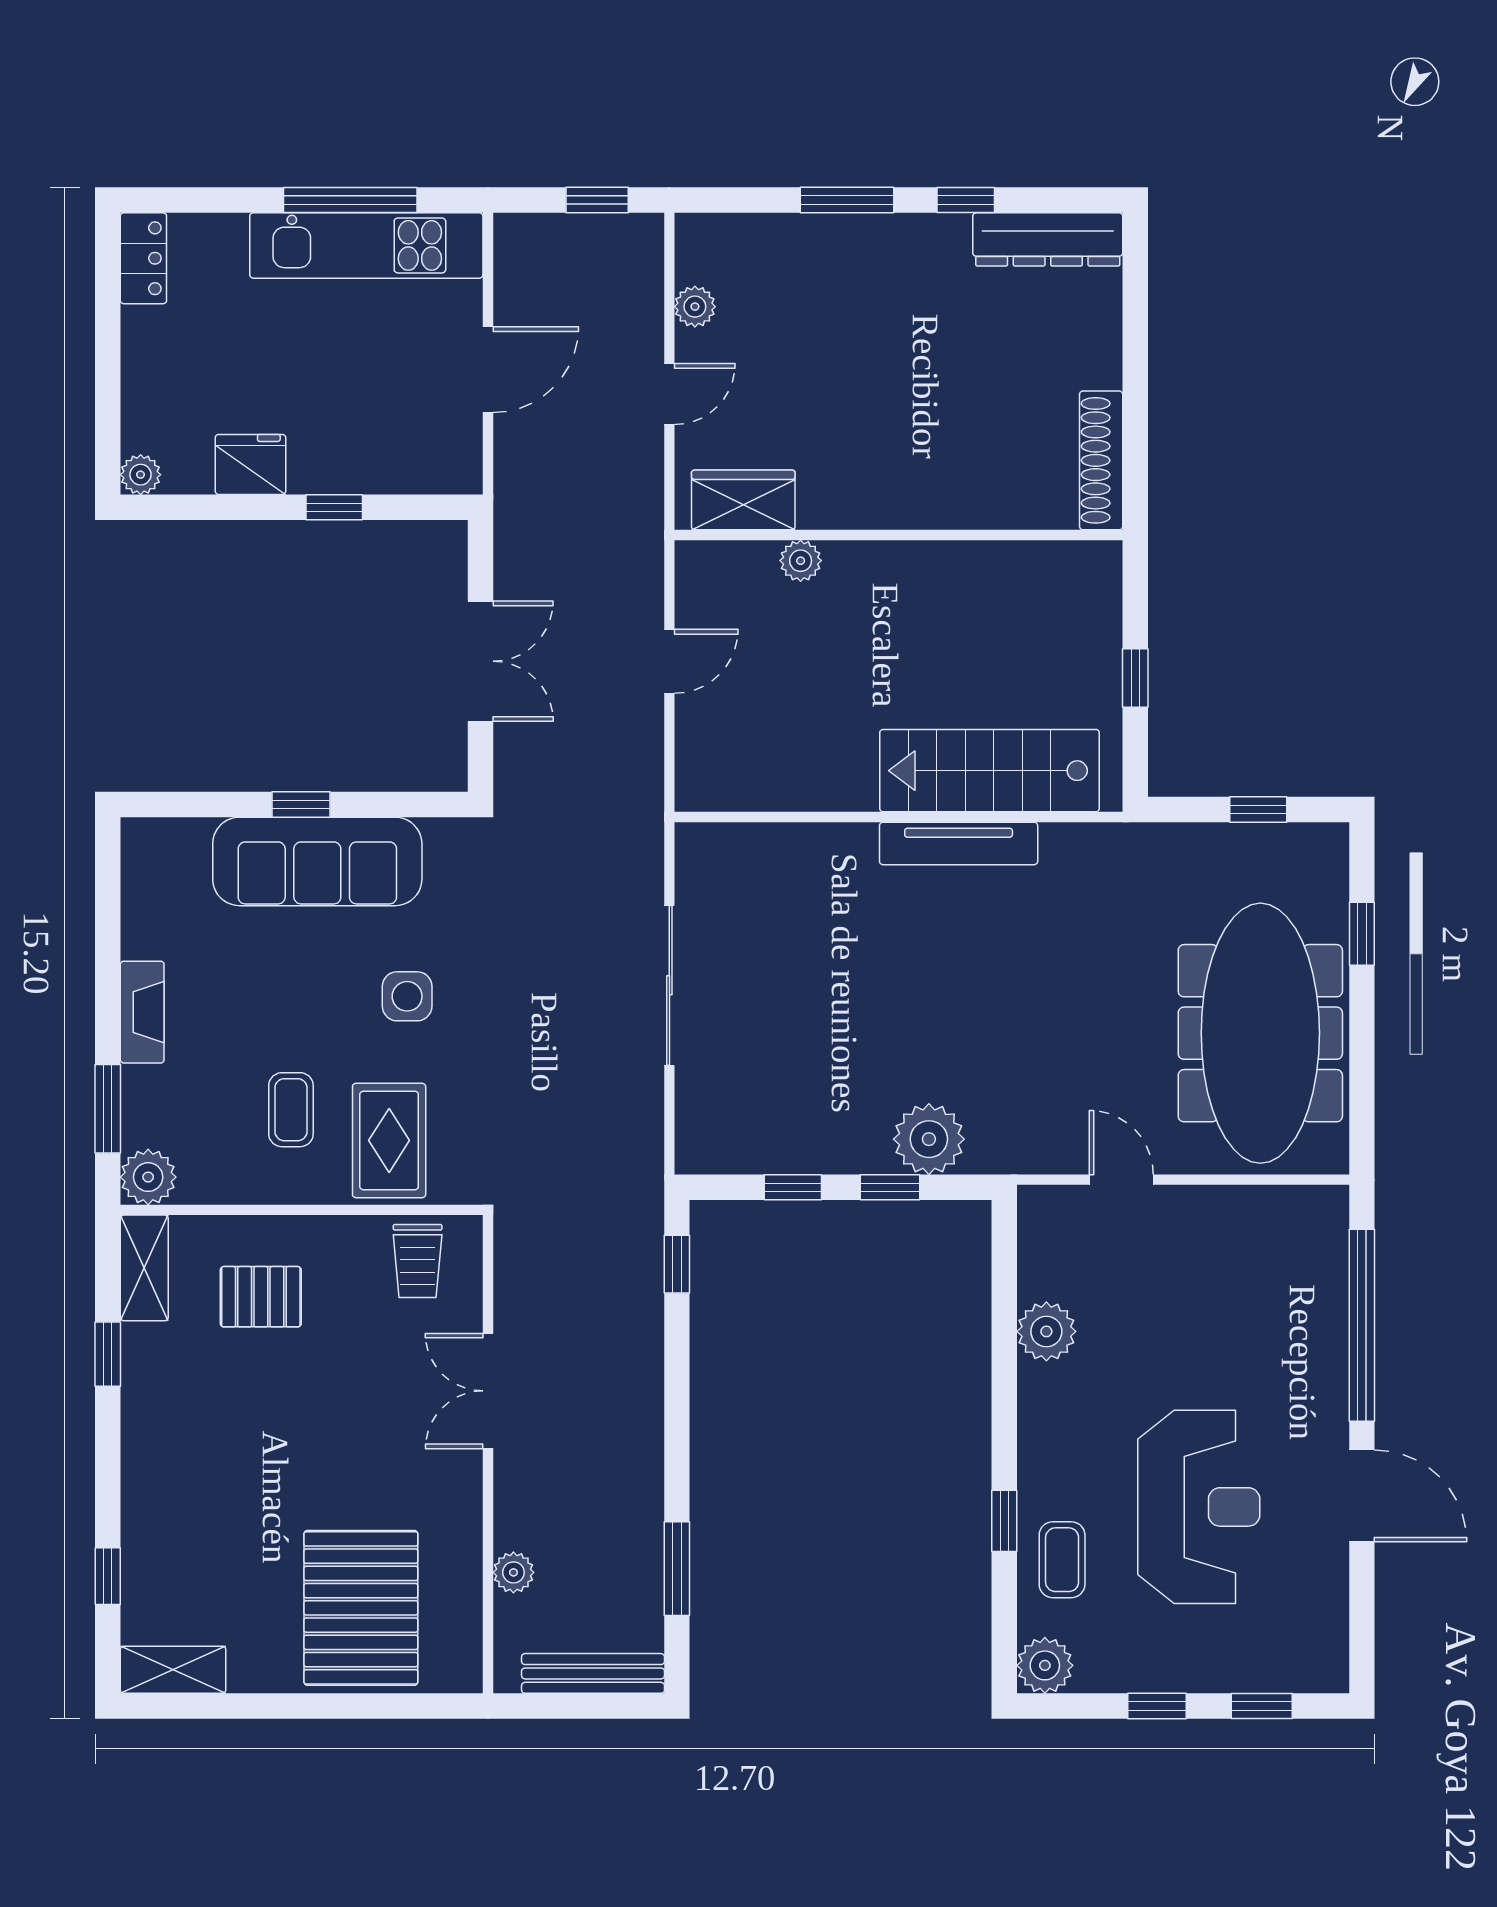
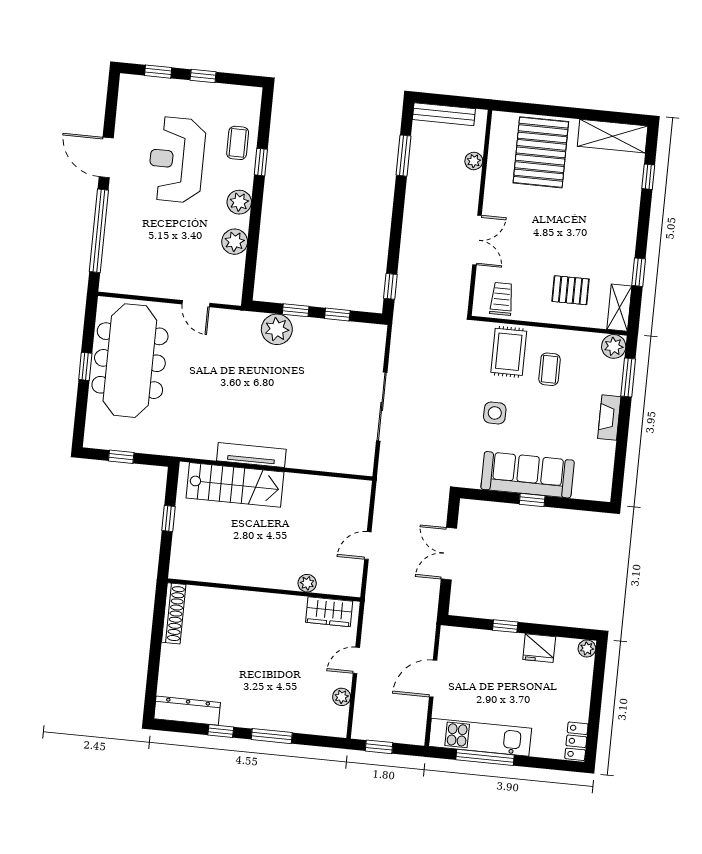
window: (1362, 934) -> (85, 366), moved
plant: (1045, 1665) -> (239, 202), moved
shelving: (173, 1670) -> (613, 136), width x1.50, depth x1.33

